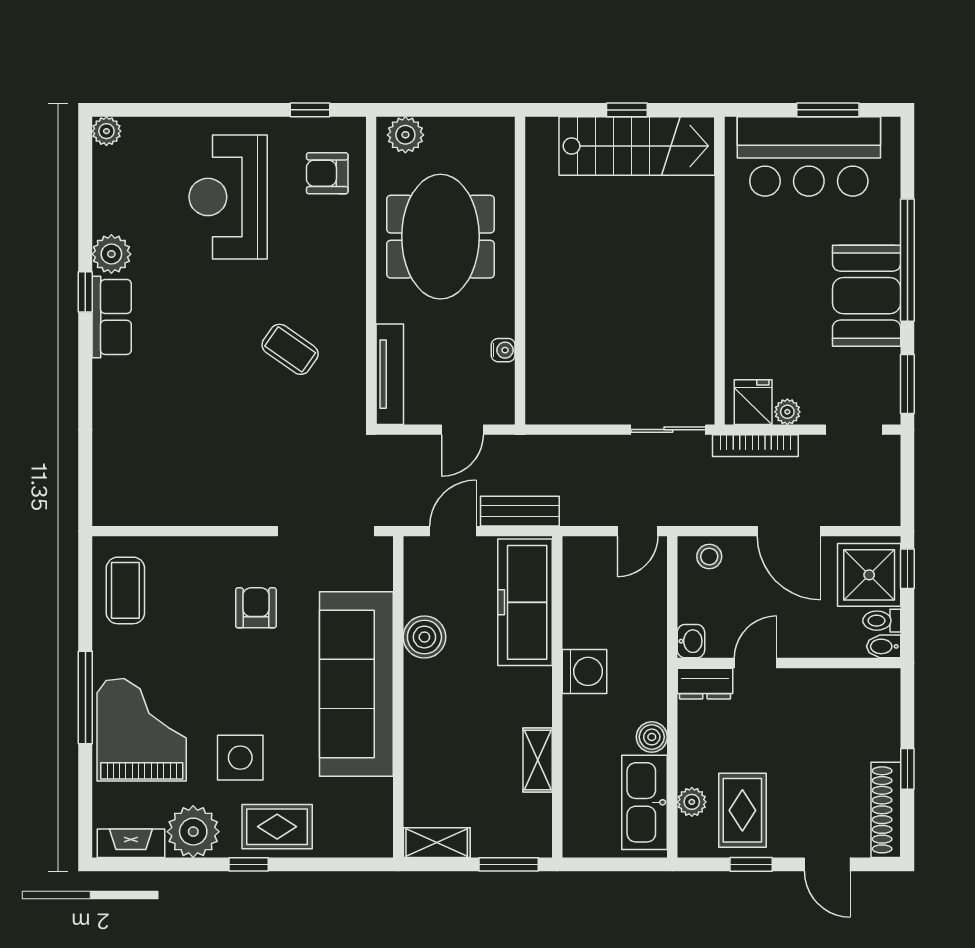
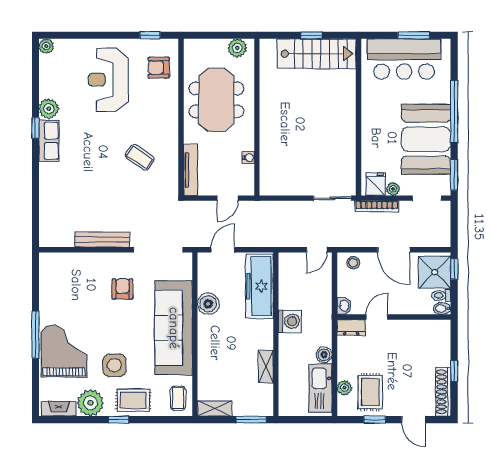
plant: (405, 135) -> (237, 48), moved
booth: (867, 296) -> (426, 139), width x1.36, depth x1.42
bench: (520, 511) -> (102, 240), moved, width x1.36
coffee table: (125, 590) -> (178, 398), moved, width x0.73, depth x0.77

